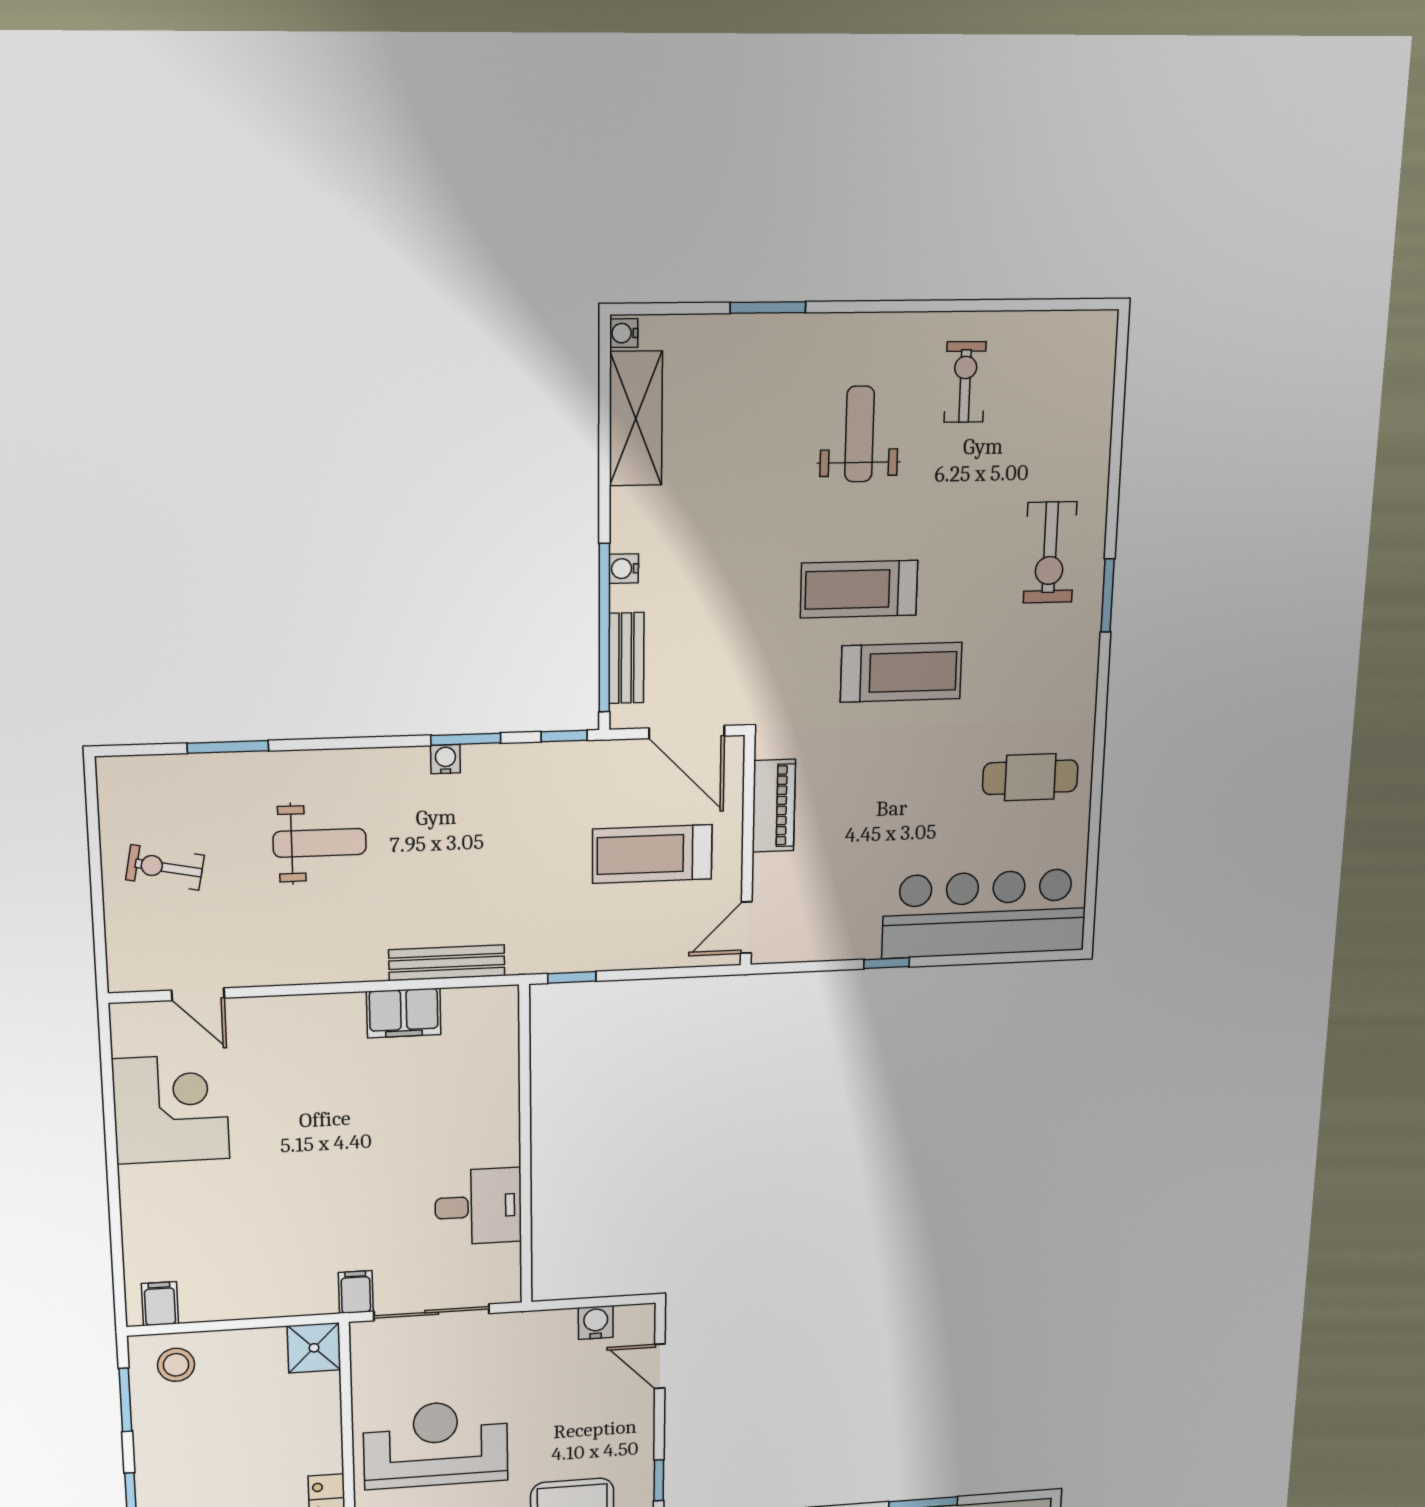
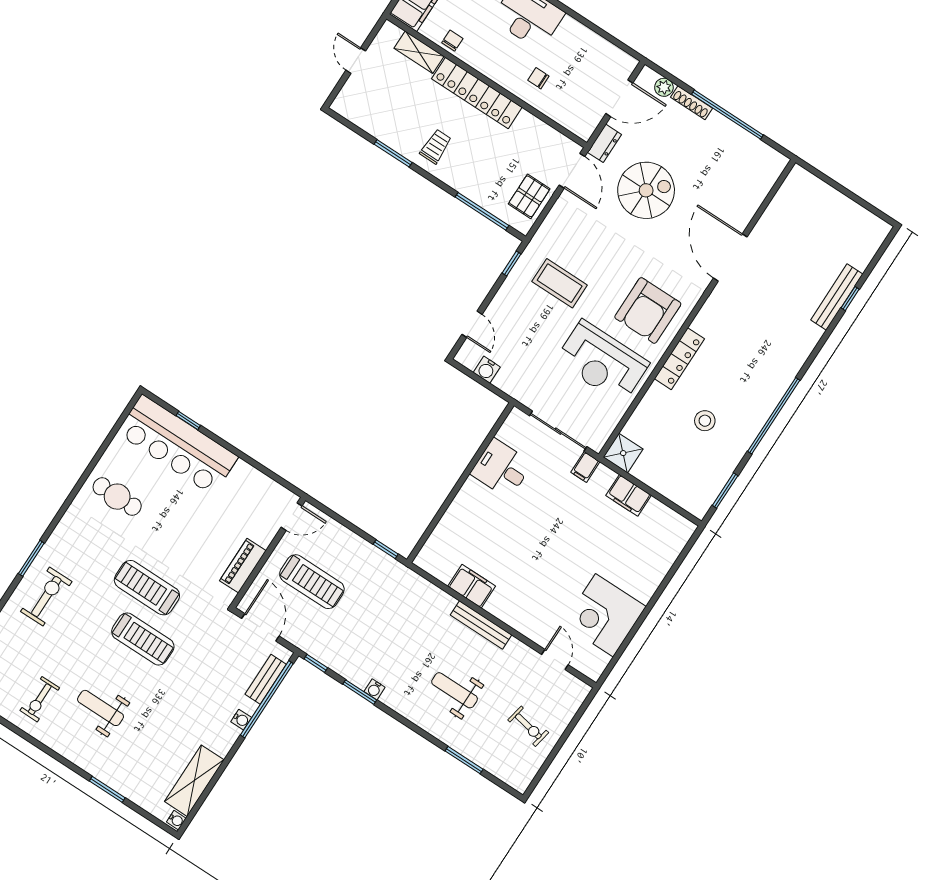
weight bench: (859, 434) -> (101, 708), turned 90
bench: (447, 963) -> (481, 625), moved
window: (887, 963) -> (188, 421), moved
filing cabinet: (160, 1304) -> (629, 495), moved, width x2.00
stool: (176, 1365) -> (705, 421), moved

